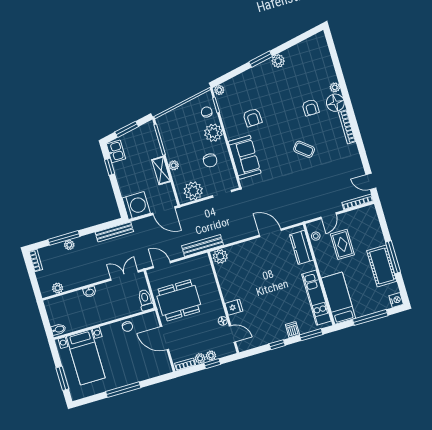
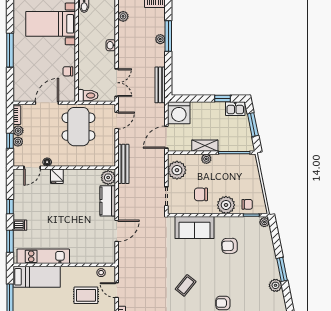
kitchen counter: (301, 247) -> (108, 201), moved, turned -90

